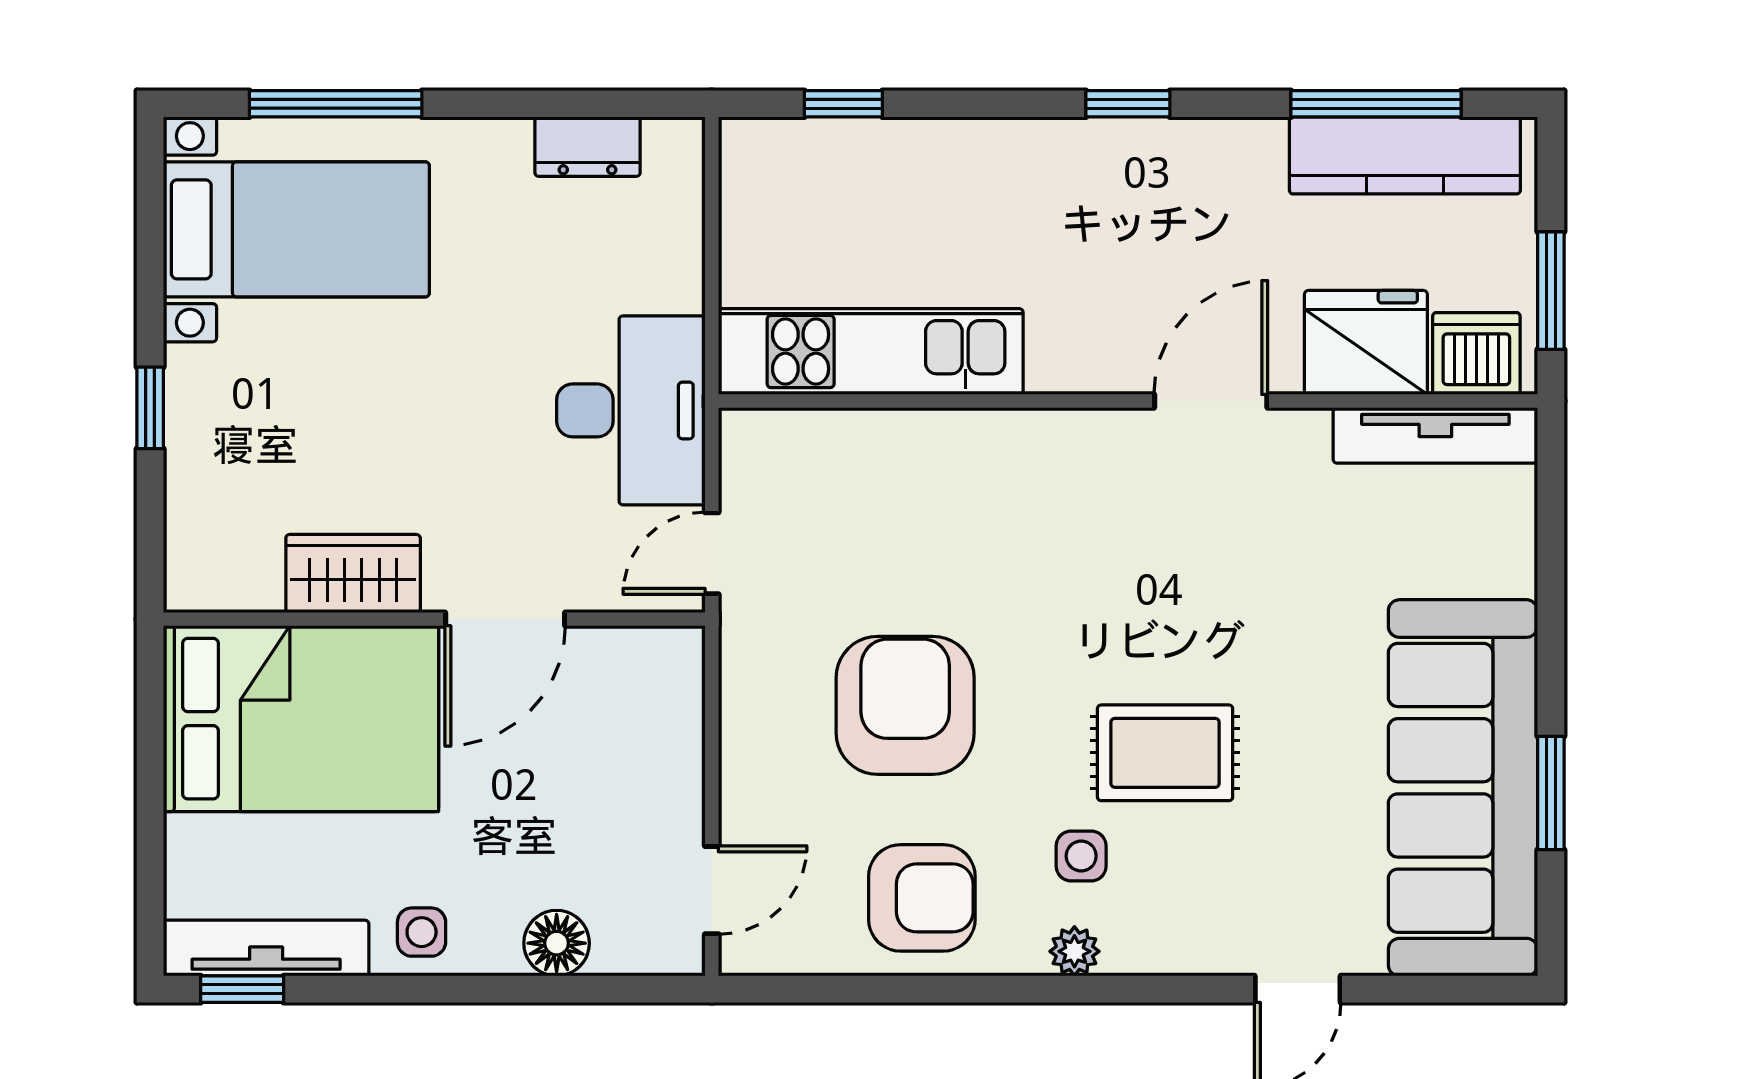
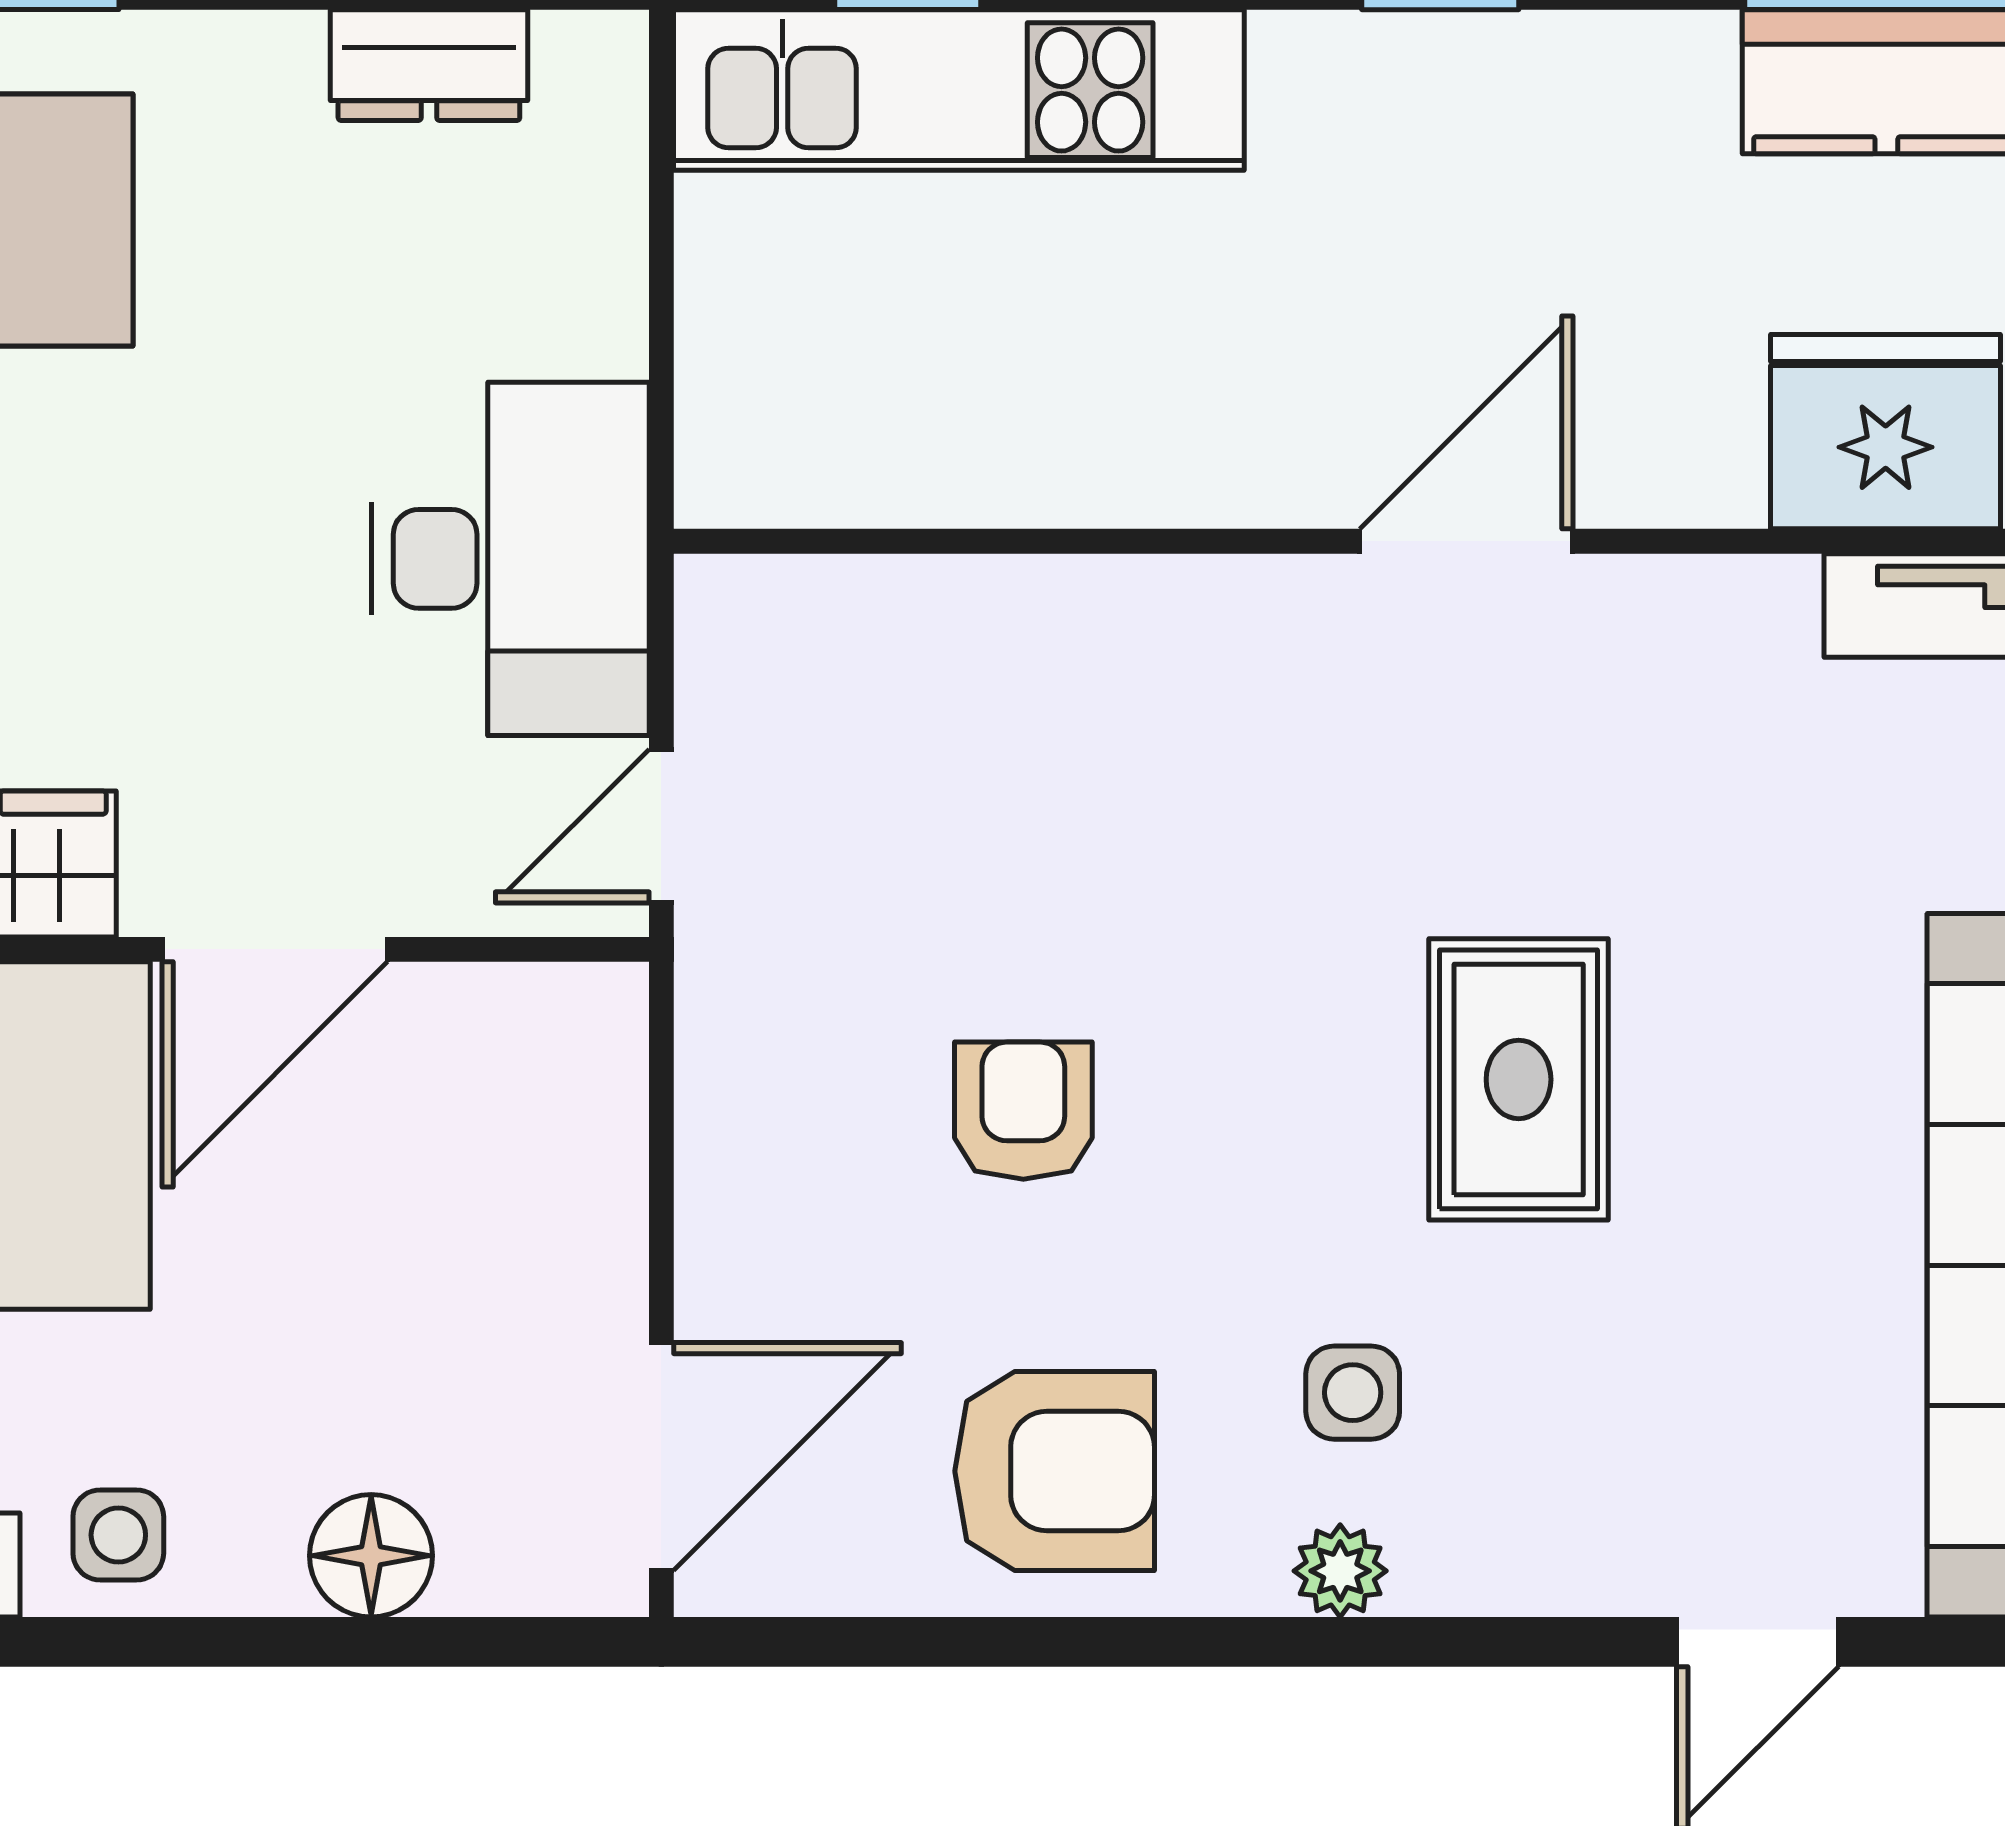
kitchen unit: (871, 352) -> (959, 90), moved, turned 180
door: (1211, 401) -> (1466, 541), moved
armchair: (905, 705) -> (1023, 1111), width x0.53, depth x0.53
rug: (1165, 753) -> (1519, 1079), moved, turned 90
door: (712, 890) -> (661, 1456), width x1.38

